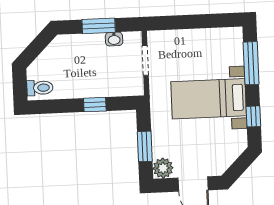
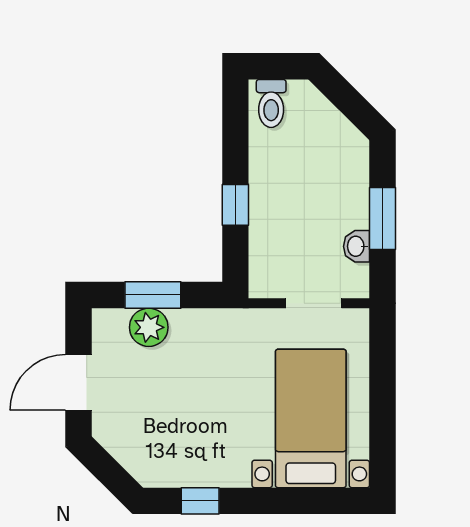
window: (251, 63) -> (300, 501), removed
bed with nightstands: (209, 99) -> (311, 418), moved
plant: (163, 168) -> (149, 327), moved

